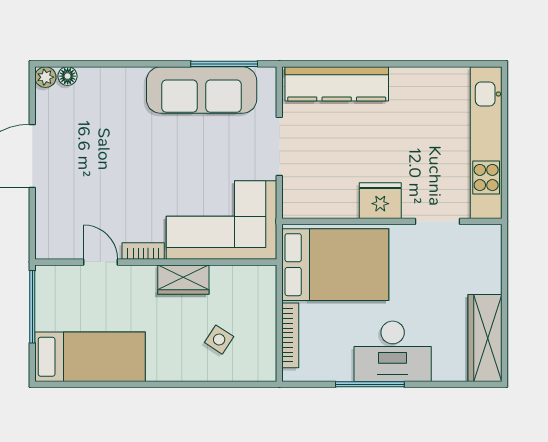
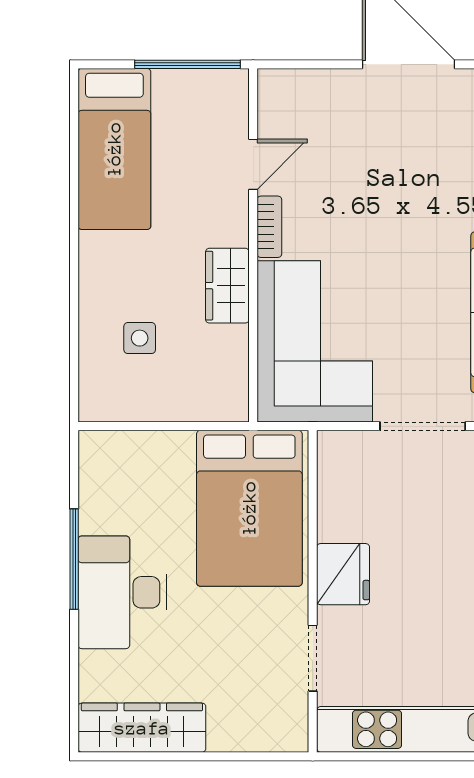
bookcase: (290, 335) -> (146, 442), removed
side table: (219, 340) -> (140, 338), turned -33

